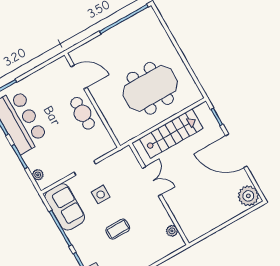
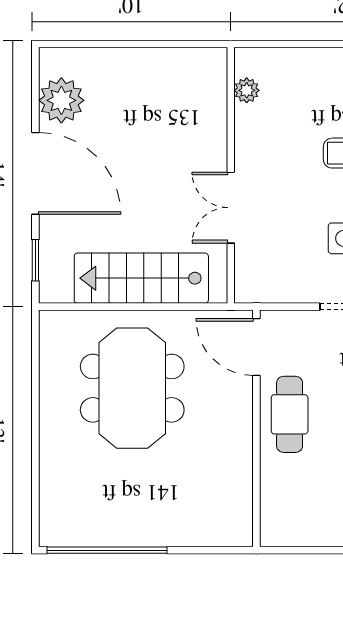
door: (79, 77) -> (256, 347), moved
meeting table: (150, 88) -> (132, 388), turned 90
plant: (248, 196) -> (61, 100), moved

